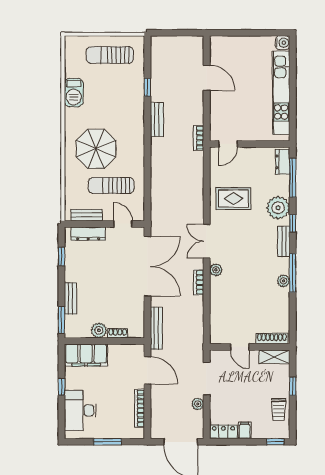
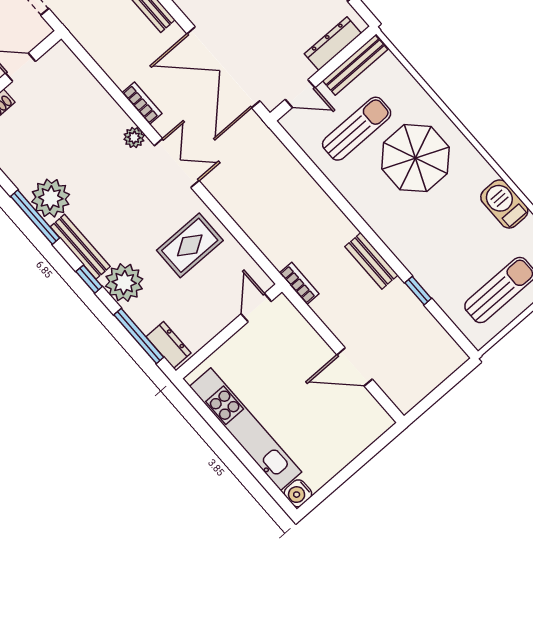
bench: (87, 215) -> (355, 65), width x1.36
bench: (284, 242) -> (80, 247), width x1.36
plant: (283, 281) -> (51, 198), width x1.87, depth x1.87

